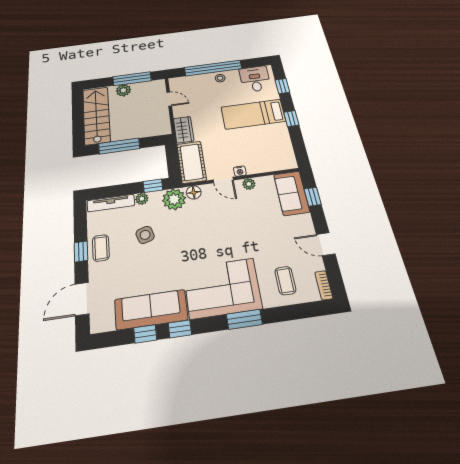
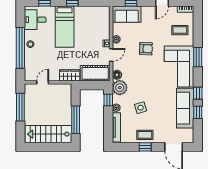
plant: (123, 90) -> (30, 114), removed
armchair: (243, 230) -> (146, 49), added

